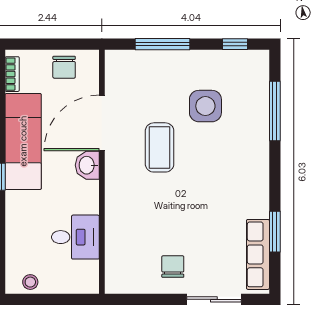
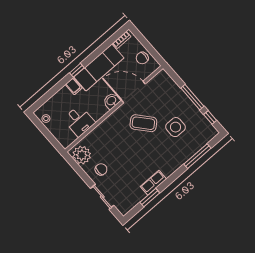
window: (162, 44) -> (192, 97), moved
coffee table: (160, 147) -> (143, 123), turned 49
filing cabinet: (19, 201) -> (74, 86), added
row of seats: (258, 254) -> (153, 183), moved, width x0.68
plant: (128, 276) -> (82, 155), added

